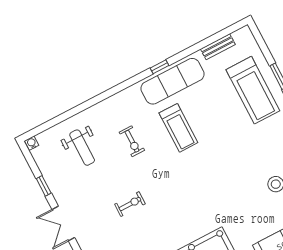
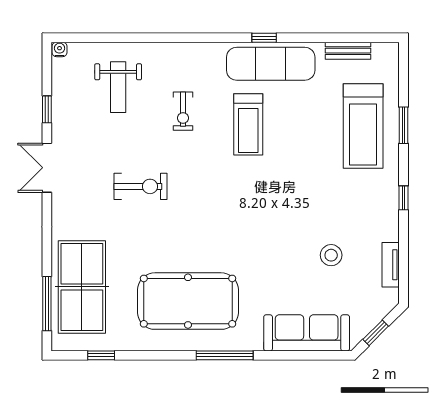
exercise bike: (130, 204) -> (141, 186), width x1.38, depth x1.39

